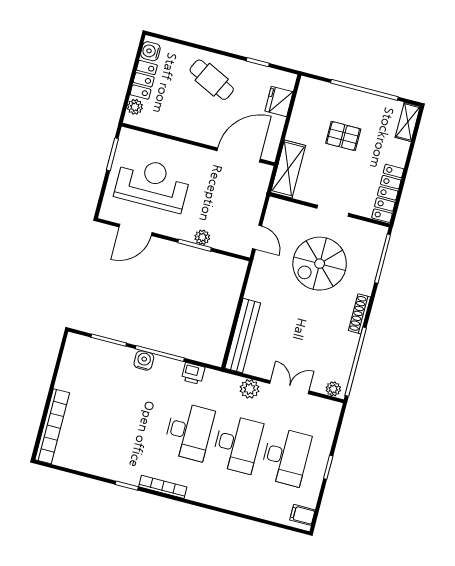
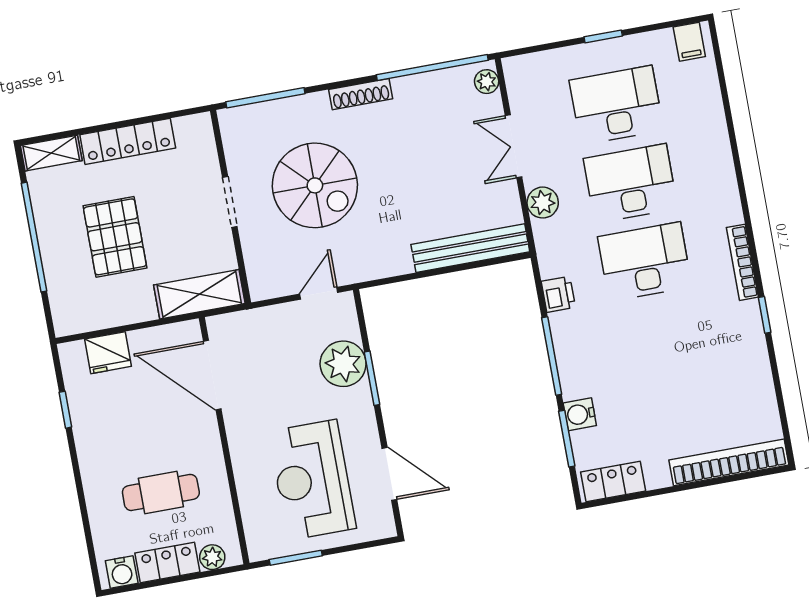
cafe table: (212, 80) -> (161, 492), moved, turned 64
pallet: (343, 136) -> (115, 237), width x1.50, depth x1.42
locker: (388, 193) -> (128, 141), moved
plant: (202, 237) -> (343, 364), width x1.87, depth x1.87
locker: (72, 355) -> (613, 481), added
water cooler: (144, 360) -> (580, 414), moved

